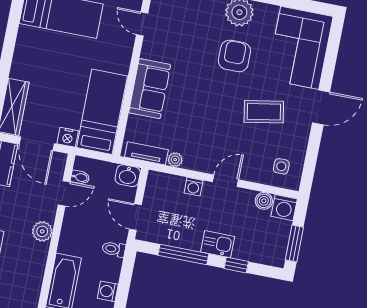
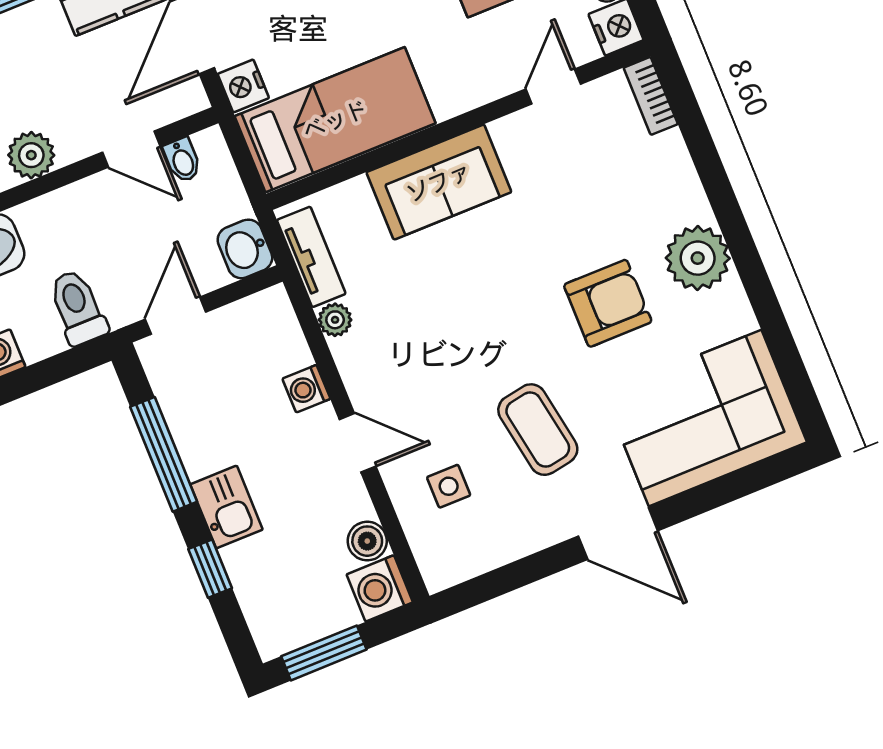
side table: (281, 166) -> (449, 486), moved
toilet: (114, 249) -> (78, 307), width x1.37, depth x1.39

